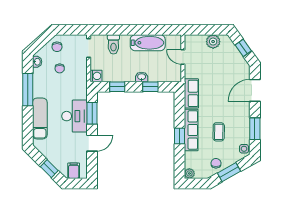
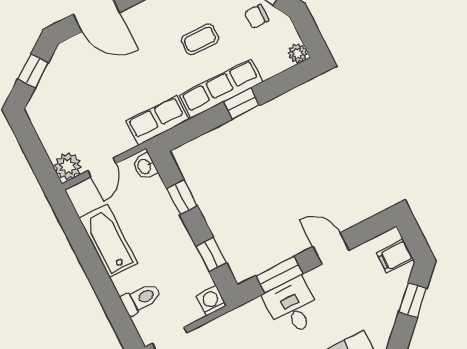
plant: (213, 42) -> (68, 166), moved
washbasin: (142, 77) -> (145, 166), moved
desk: (75, 116) -> (292, 307), width x0.73

